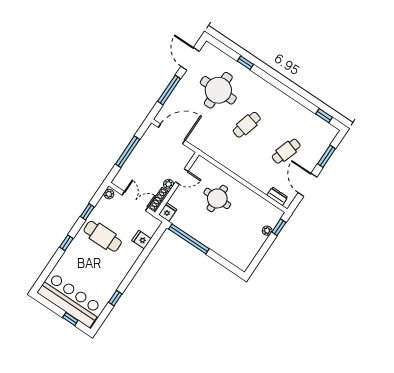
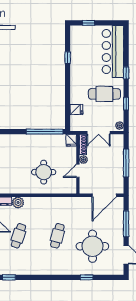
plant: (264, 185) -> (18, 202), added
bar counter: (70, 300) -> (113, 52), moved, turned 90

